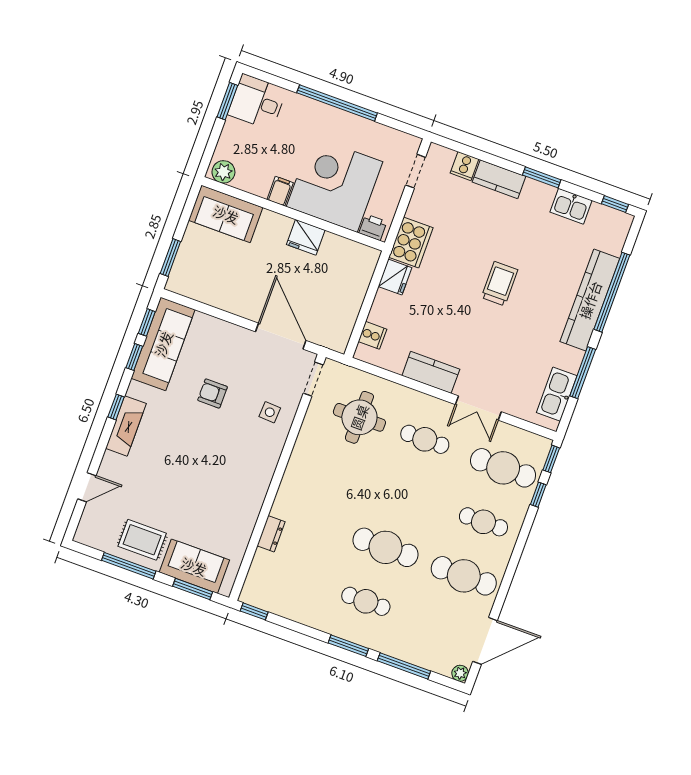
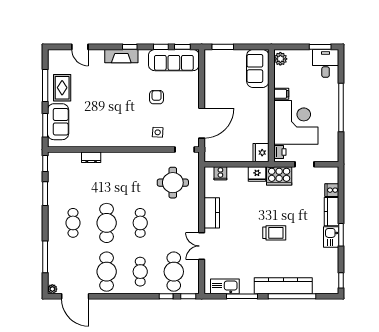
doorway: (416, 171) -> (305, 164), moved
kitchen sink: (571, 206) -> (331, 237), moved
fridge: (306, 237) -> (261, 153), moved
cafe table: (425, 439) -> (140, 223), moved
window: (348, 646) -> (45, 194), moved

